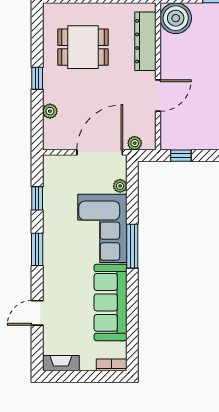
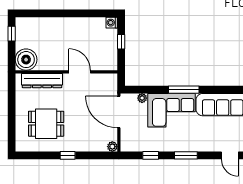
dining table: (83, 47) -> (46, 124), turned 90
plant: (50, 111) -> (112, 147), moved
plant: (135, 143) -> (112, 88), removed
window: (181, 156) -> (121, 42), moved

